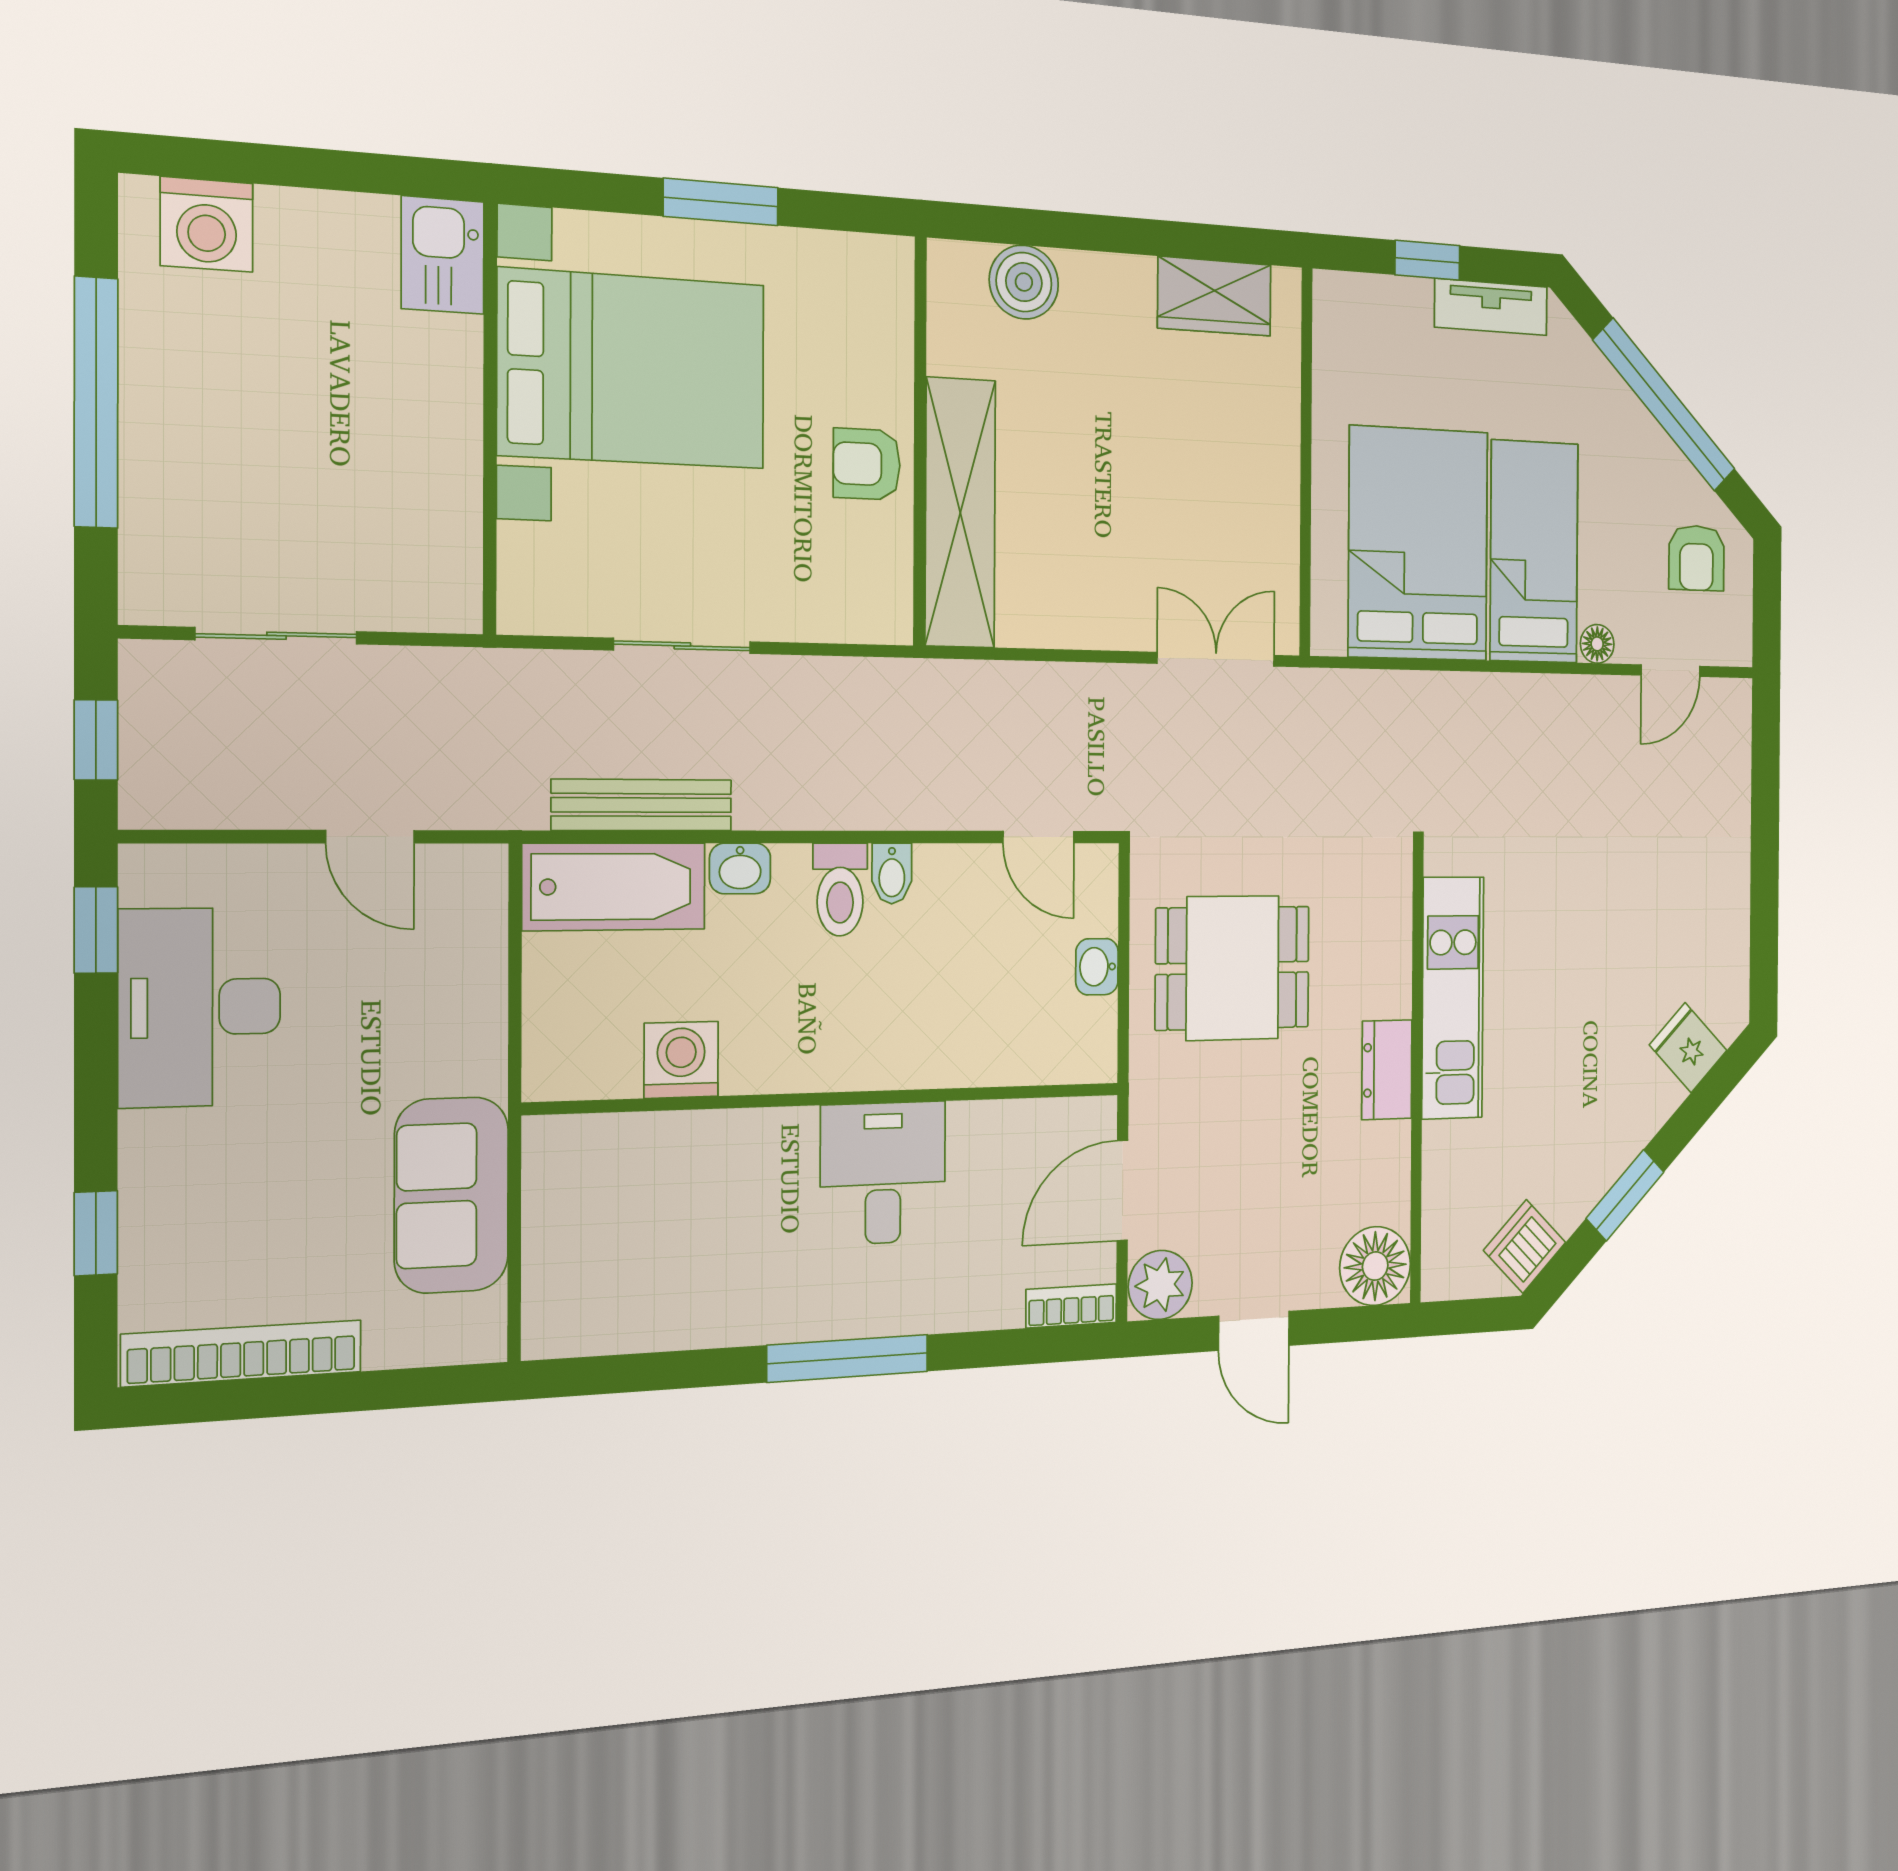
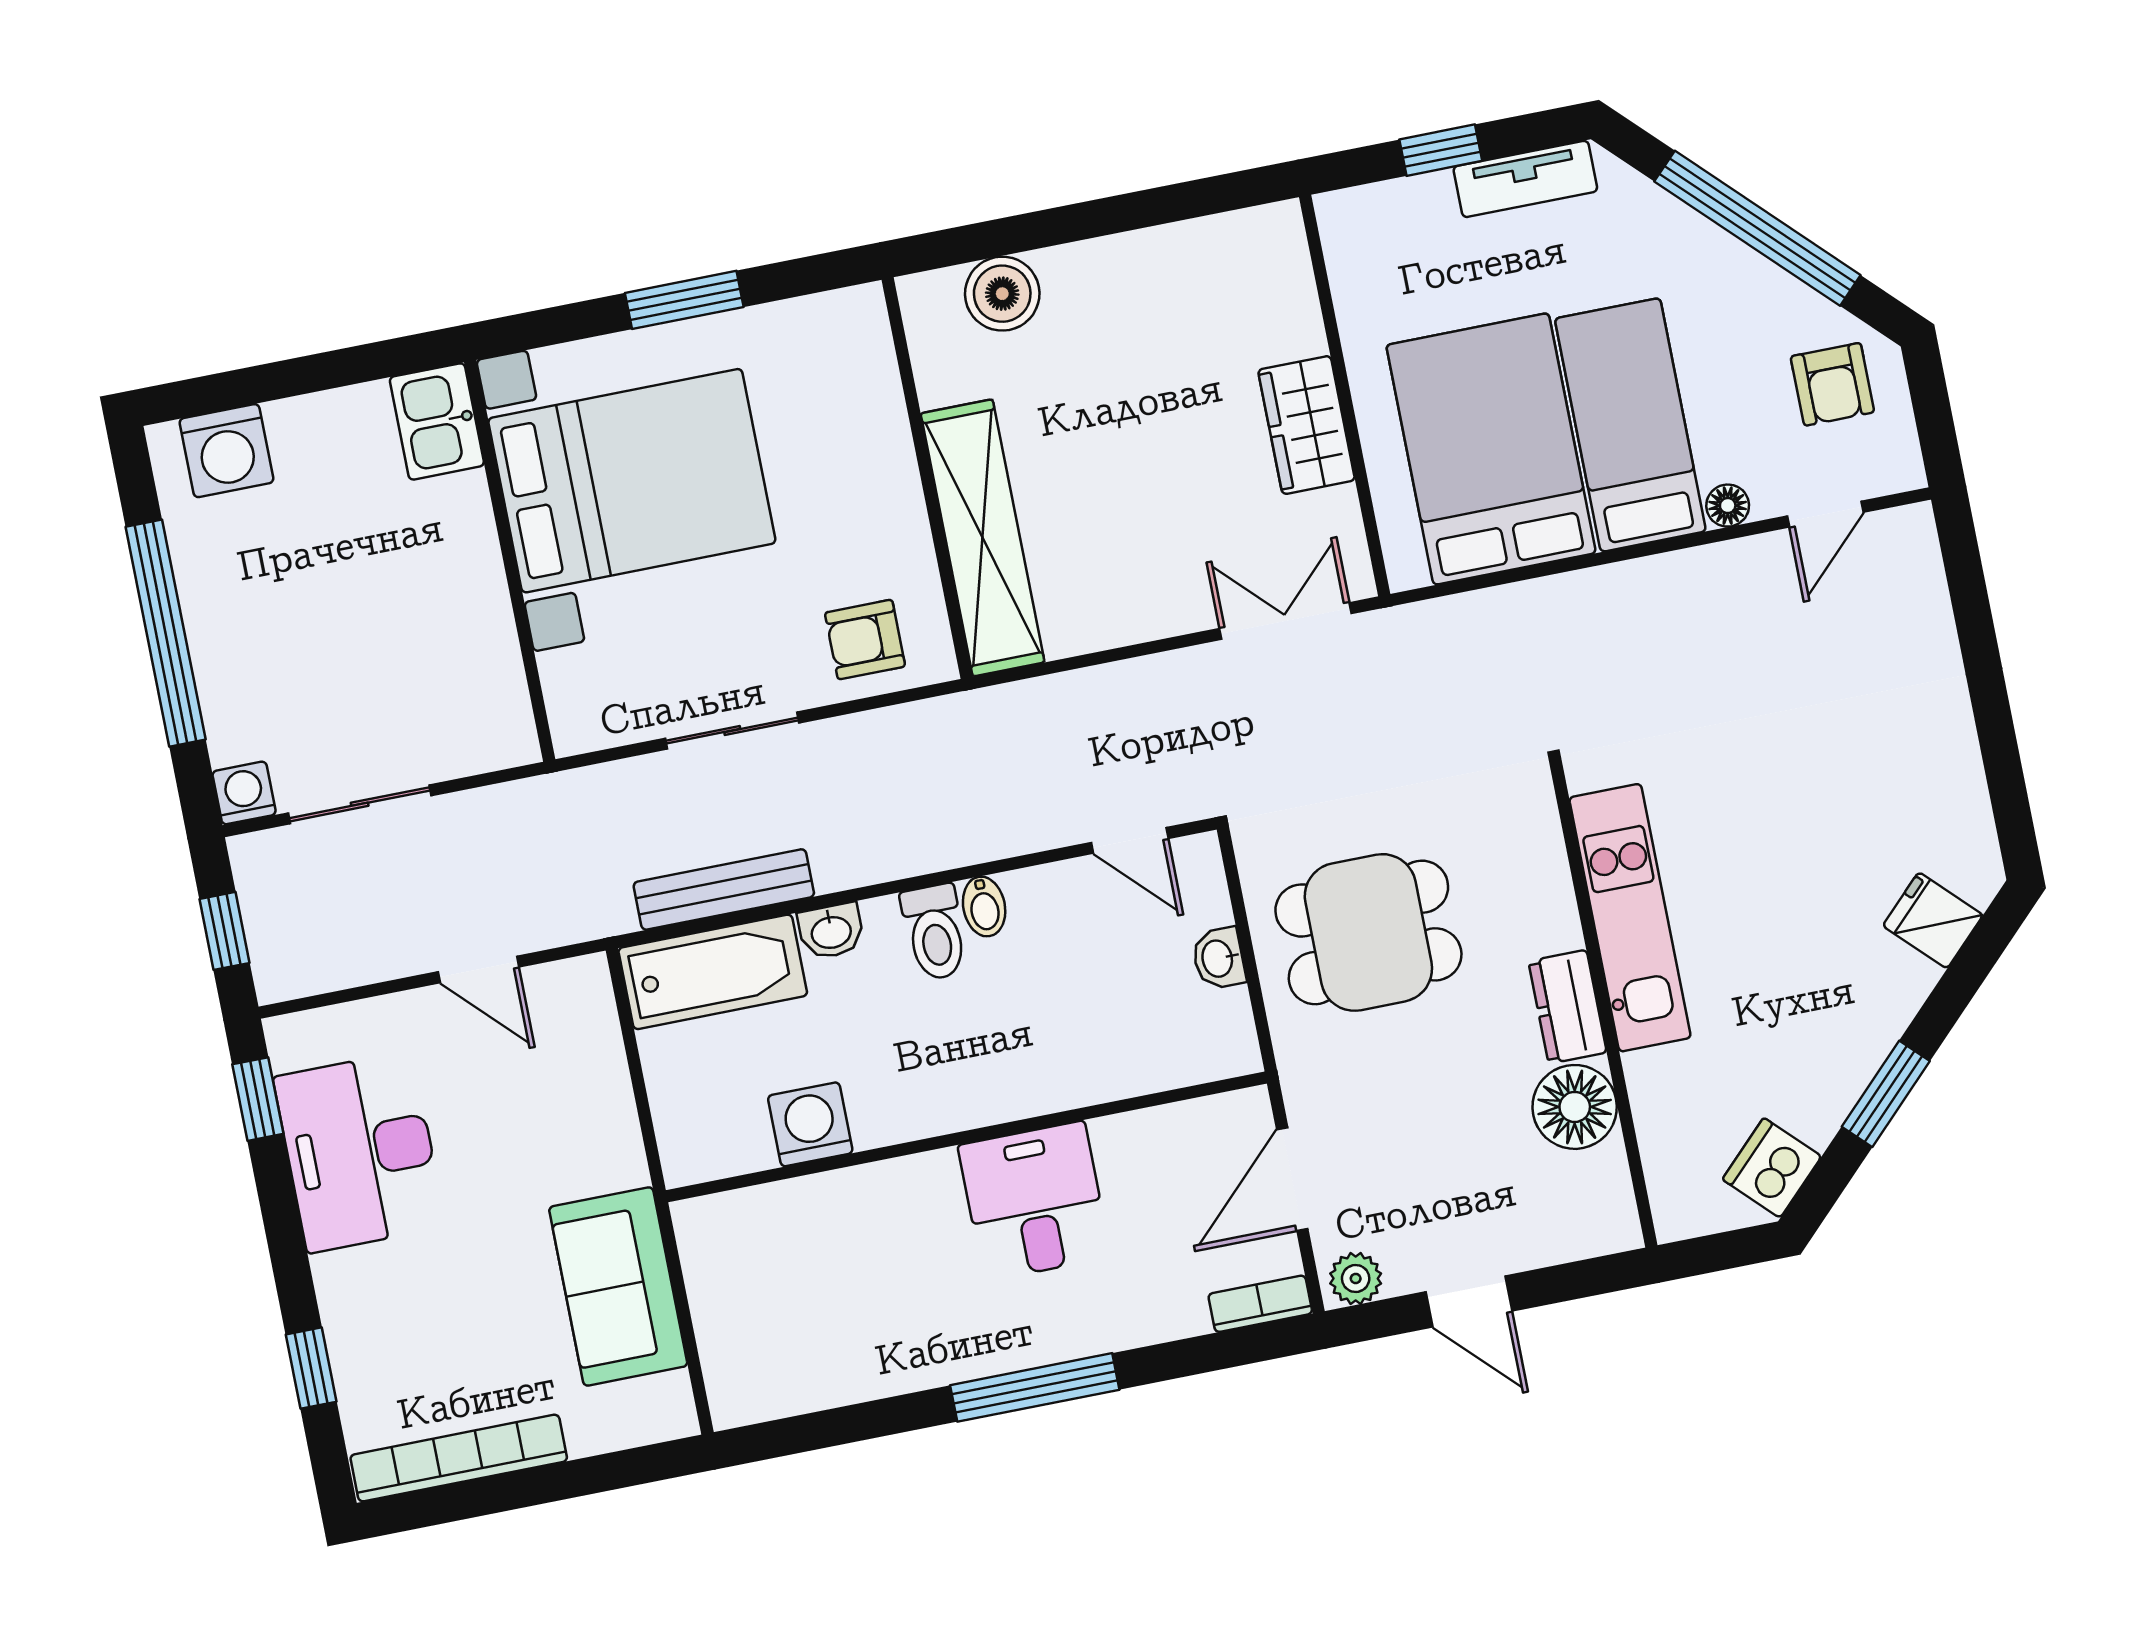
wardrobe: (1214, 296) -> (1306, 425), moved, turned 90
armchair: (867, 464) -> (865, 640), moved
washing machine: (150, 595) -> (244, 793), added
floor lamp: (1375, 1266) -> (1575, 1107), moved
plant: (1160, 1285) -> (1356, 1278), width x0.73, depth x0.73

